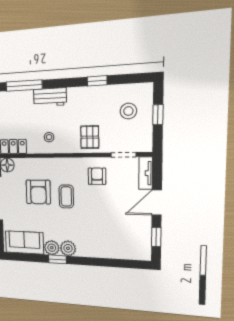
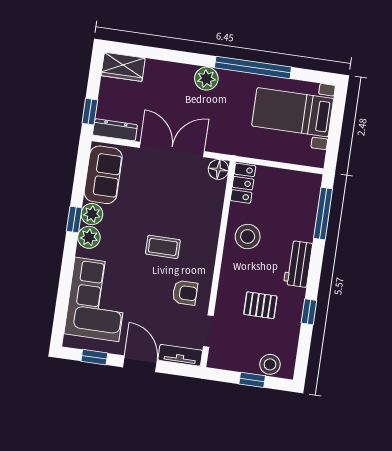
workbench: (50, 97) -> (298, 264), moved
stool: (128, 111) -> (270, 364), moved
stool: (49, 137) -> (248, 236), width x1.89, depth x1.89
pallet: (90, 137) -> (260, 305), moved
armchair: (38, 192) -> (174, 208), removed
corner sofa: (112, 239) -> (97, 299), added

